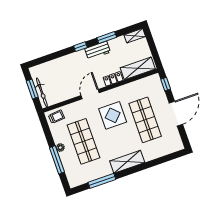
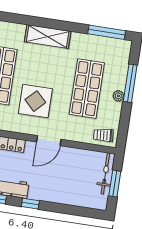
window: (102, 181) -> (107, 32), moved

